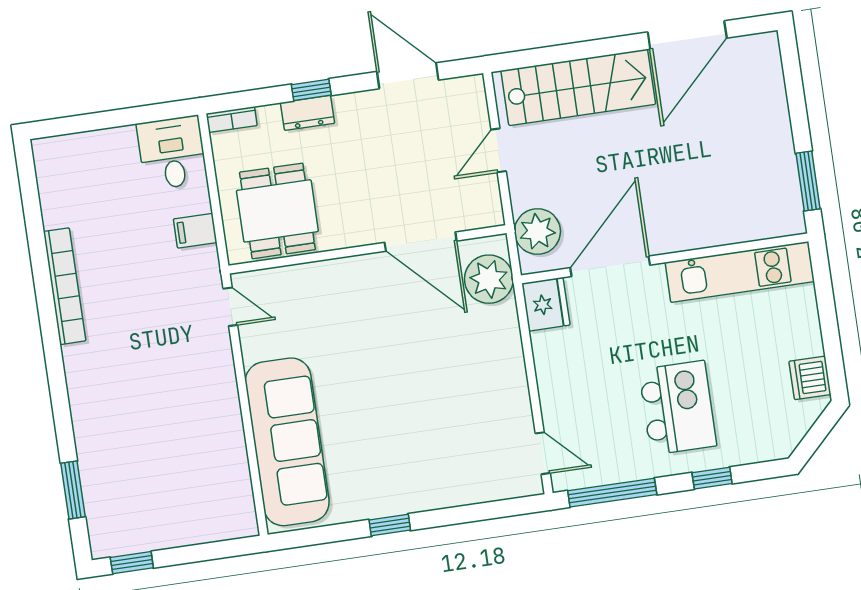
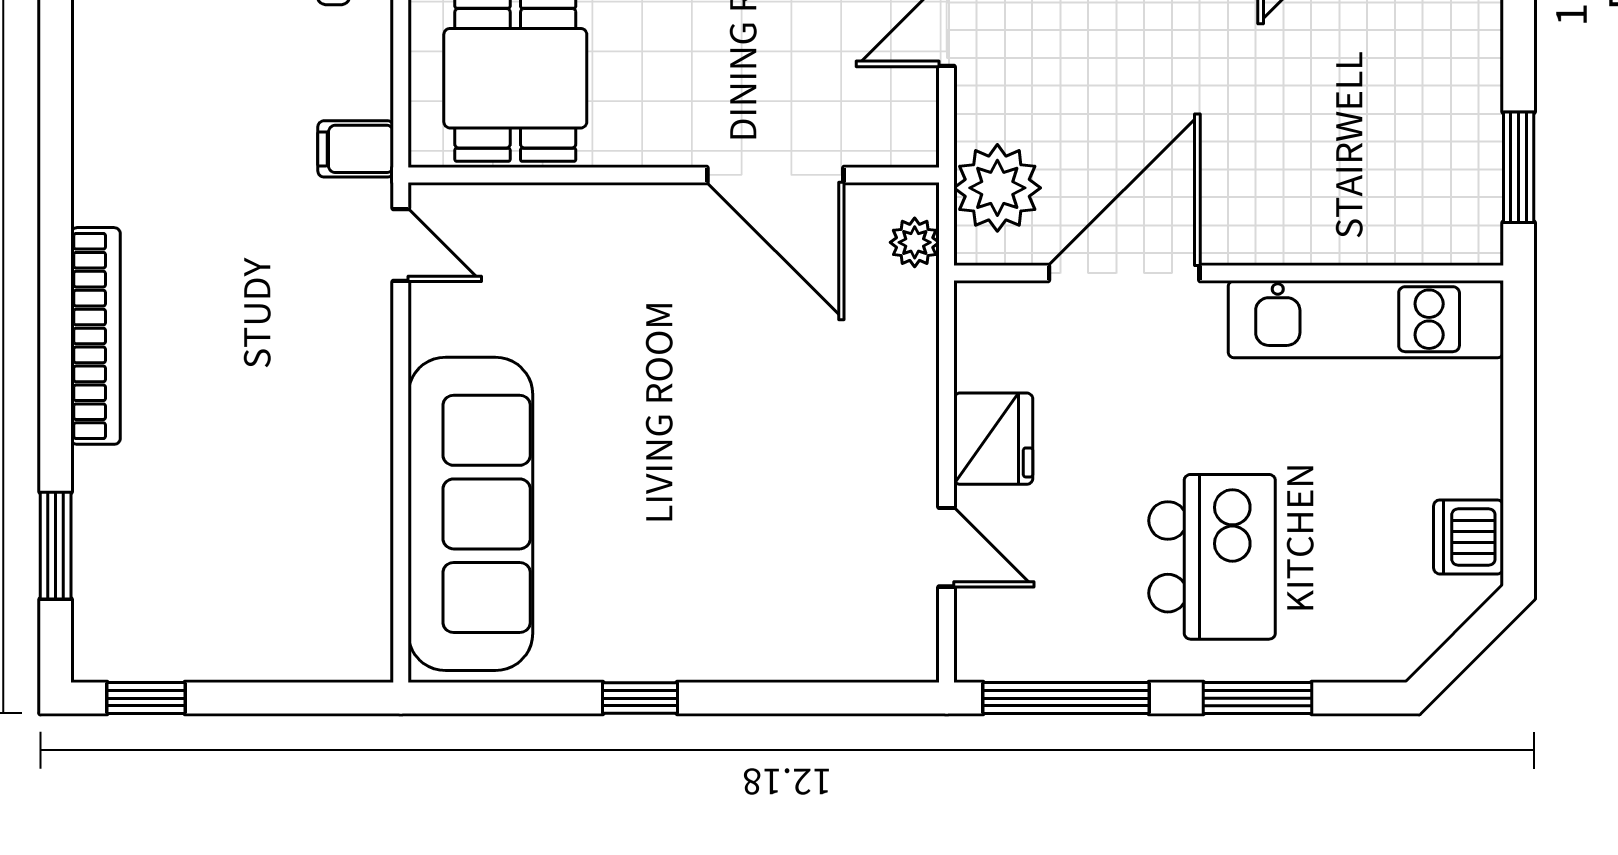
filing cabinet: (195, 231) -> (356, 149), moved
plant: (489, 279) -> (915, 242), width x0.53, depth x0.53
bookcase: (65, 286) -> (96, 336), moved
fridge: (546, 304) -> (993, 439), moved
door: (543, 453) -> (947, 547), moved
window: (712, 478) -> (1257, 698), width x1.50

